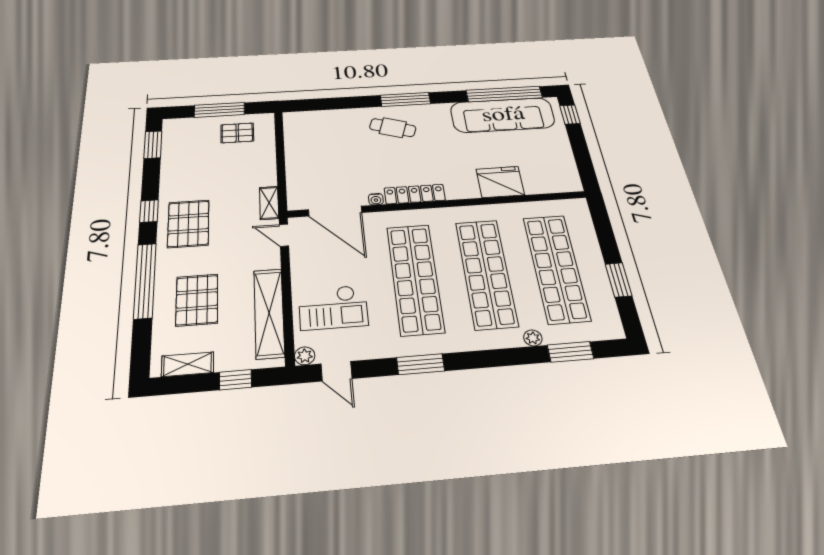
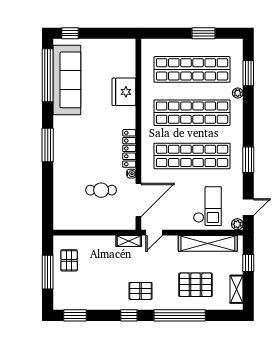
cafe table: (393, 128) -> (101, 190), moved, turned 72
pallet: (188, 224) -> (140, 291), width x0.67, depth x0.71

